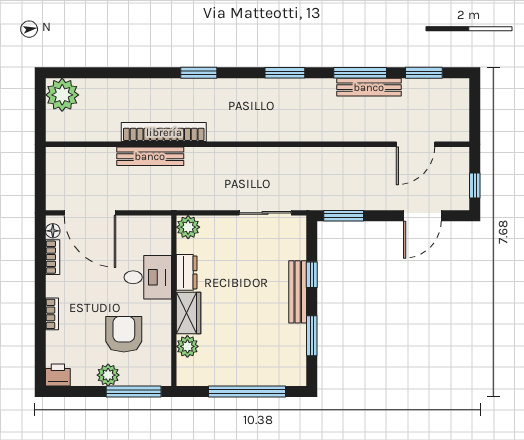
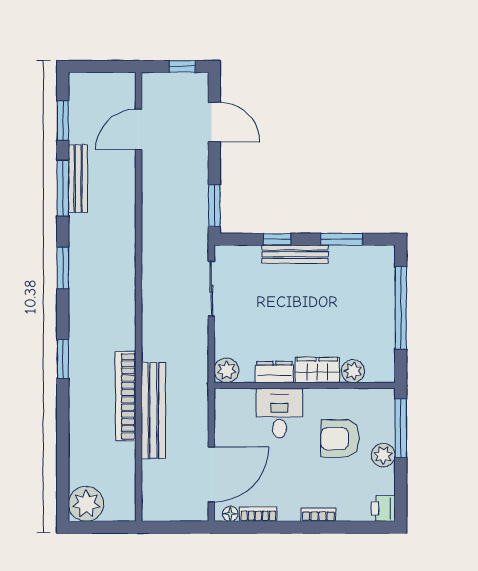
door: (415, 144) -> (139, 129), swing flipped
bench: (150, 156) -> (153, 411), width x1.37, depth x1.21

